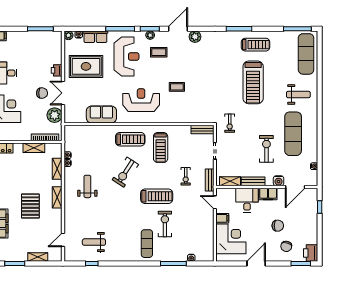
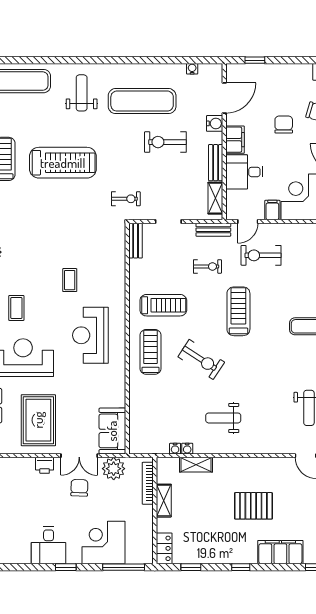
sofa: (101, 114) -> (112, 431), moved
door: (295, 187) -> (224, 98), hinge flipped
shelving: (57, 197) -> (240, 465), removed
exercise bike: (165, 224) -> (261, 255), moved

